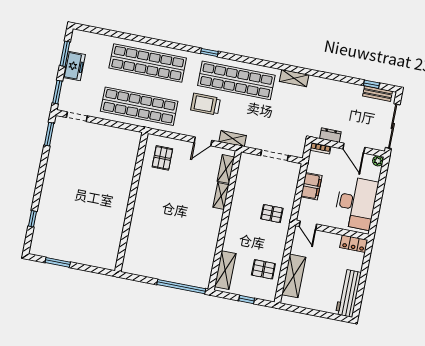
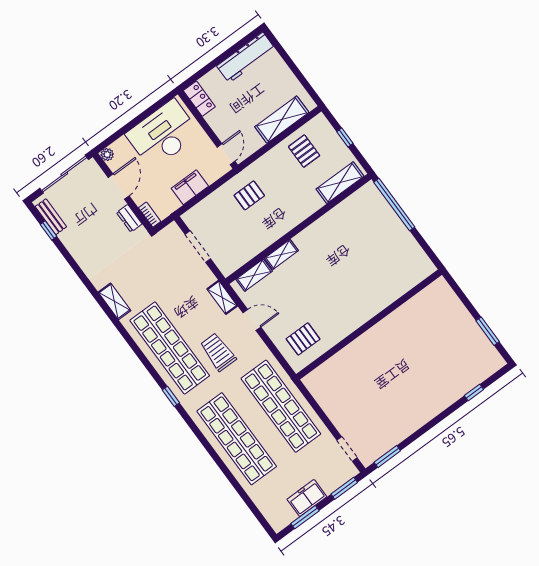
trolley: (206, 104) -> (218, 352), turned 180
pallet: (272, 214) -> (249, 195), turned 90

